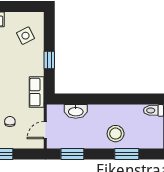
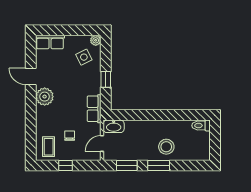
plant: (38, 17) -> (96, 40), added
washbasin: (76, 111) -> (114, 126), moved
window: (127, 154) -> (159, 165), moved

